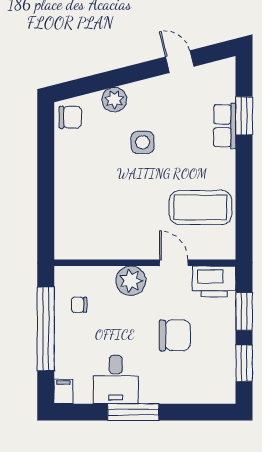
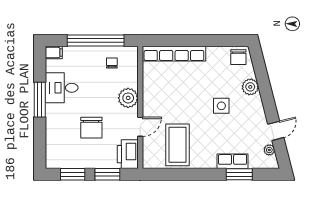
plant: (208, 71) -> (269, 150), added
row of seats: (65, 213) -> (174, 54), added

